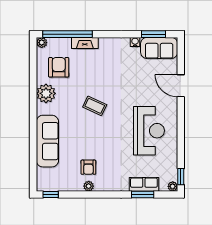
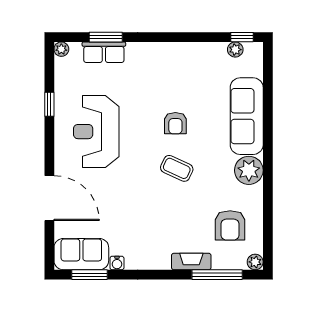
window: (67, 34) -> (217, 275), width x0.68
door: (181, 86) -> (49, 198), width x1.36
plant: (46, 93) -> (249, 170), moved
armchair: (88, 167) -> (175, 123), moved, turned 180
window: (181, 177) -> (49, 104), moved
plant: (89, 186) -> (235, 50), moved

